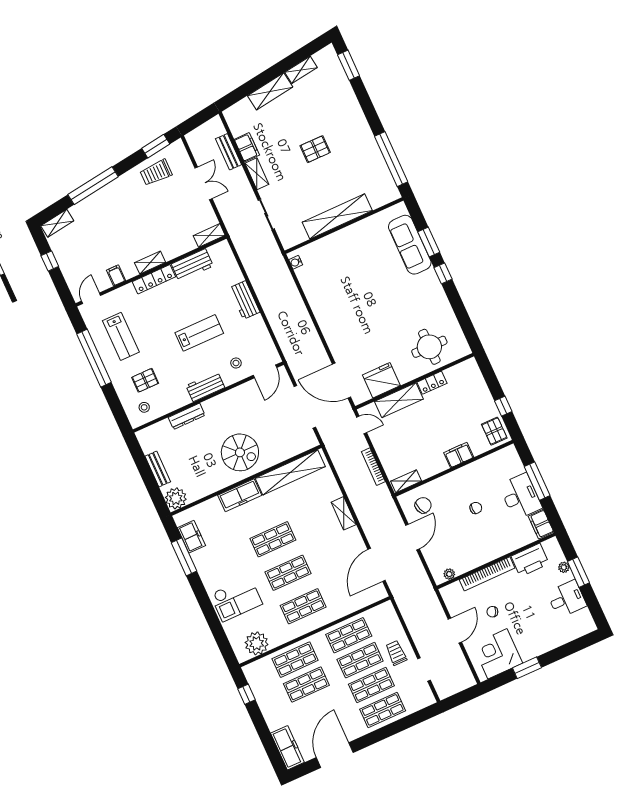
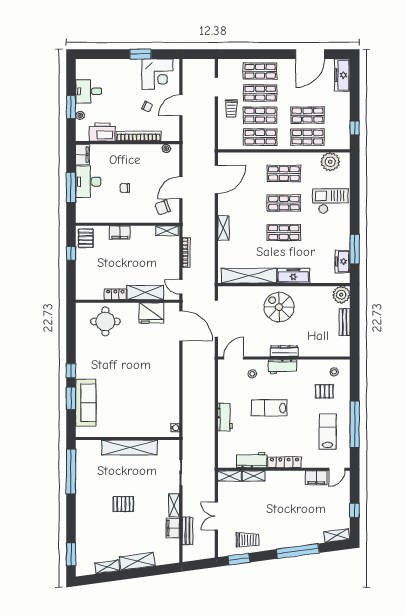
shelving: (150, 262) -> (254, 476), moved
filing cabinet: (116, 275) -> (316, 478), width x2.00
dresser: (187, 416) -> (284, 351), moved

